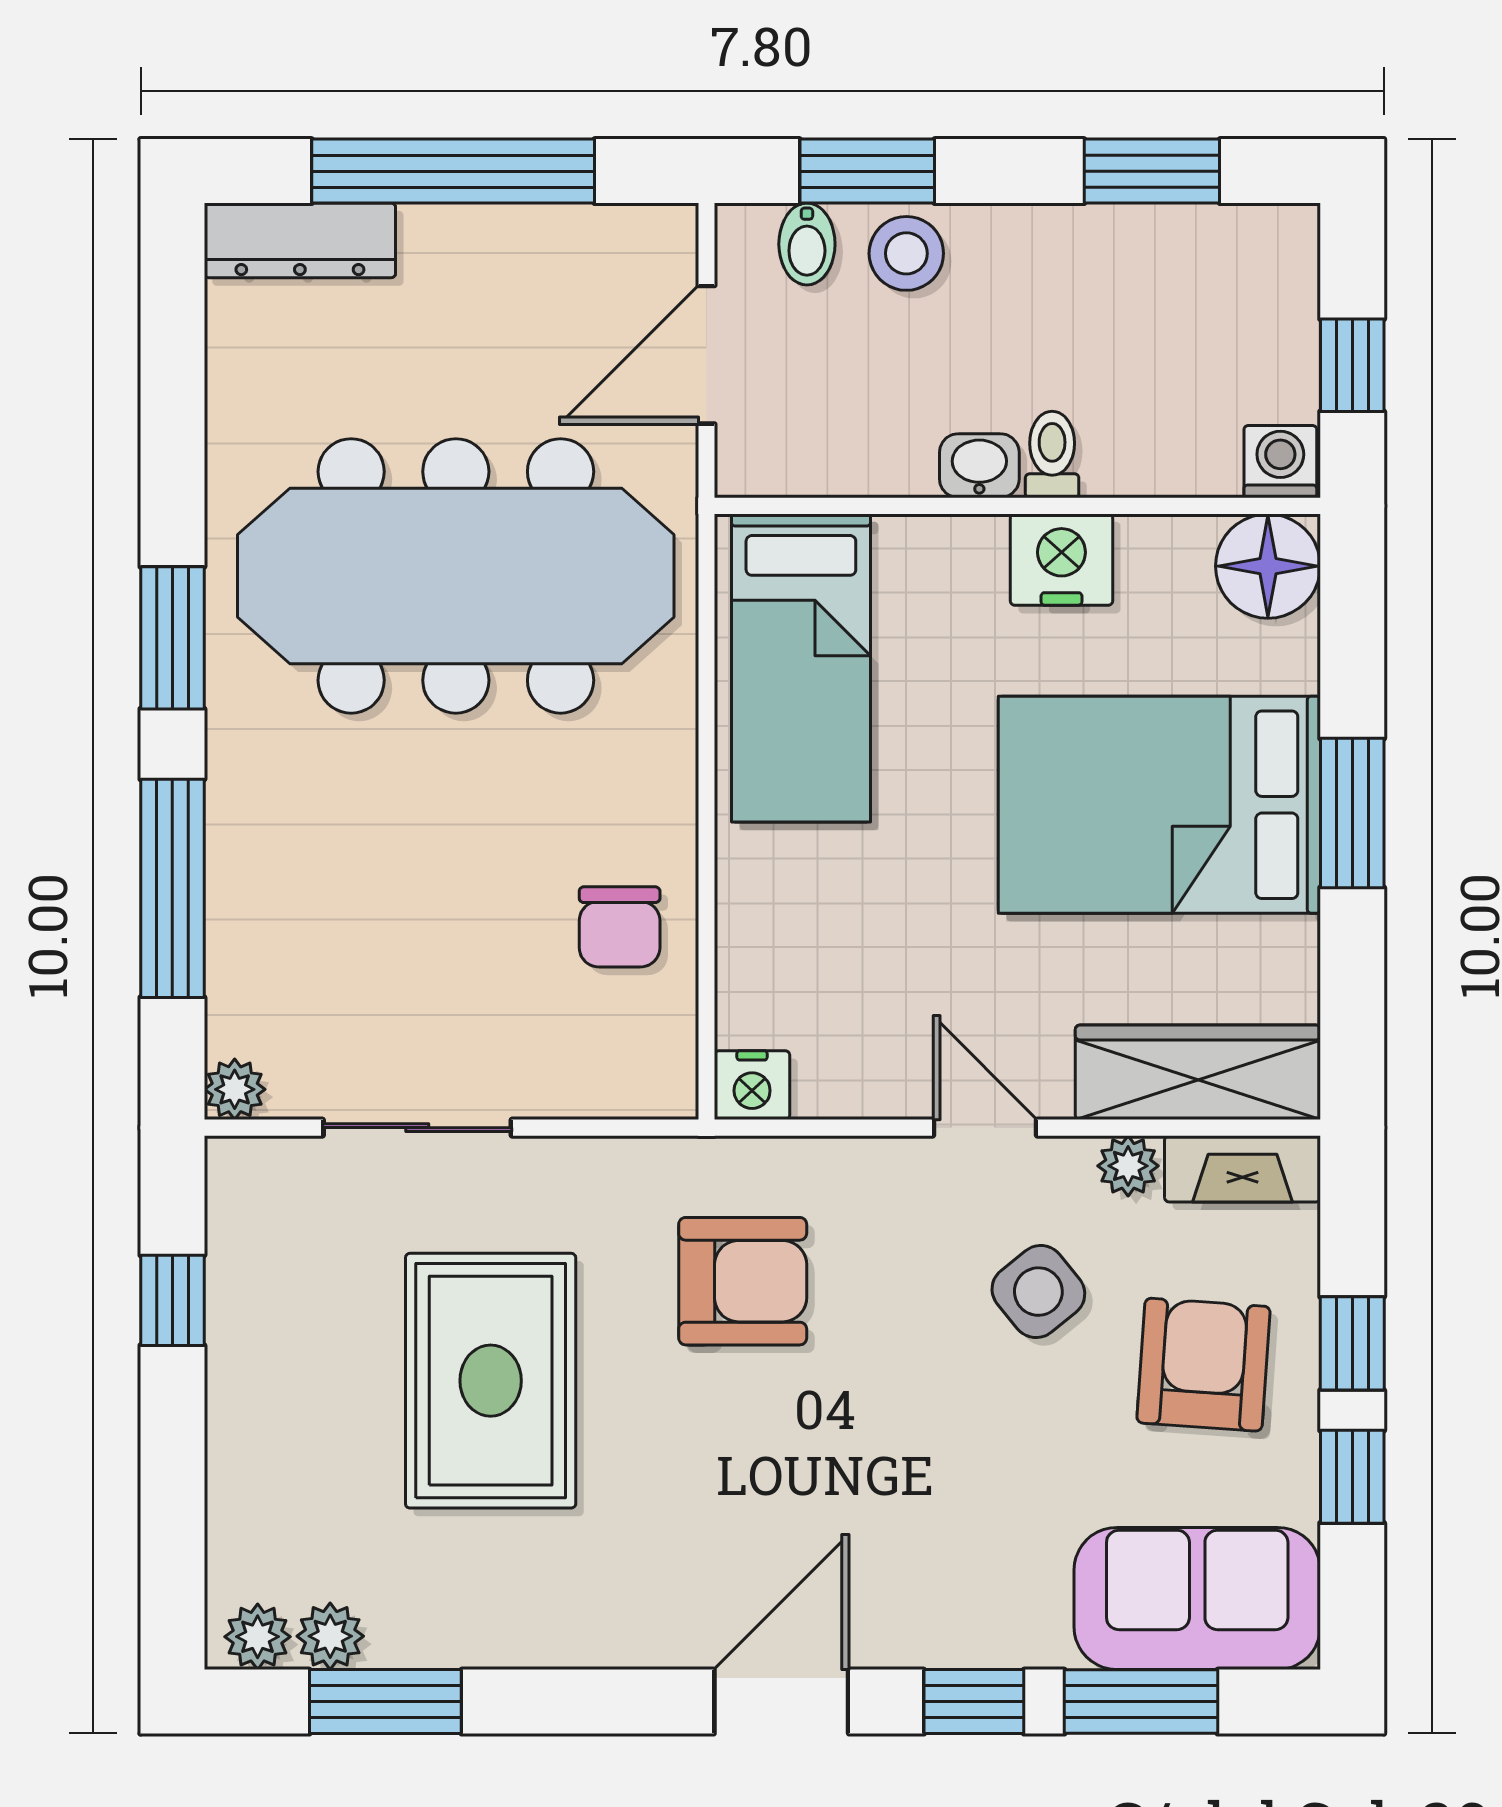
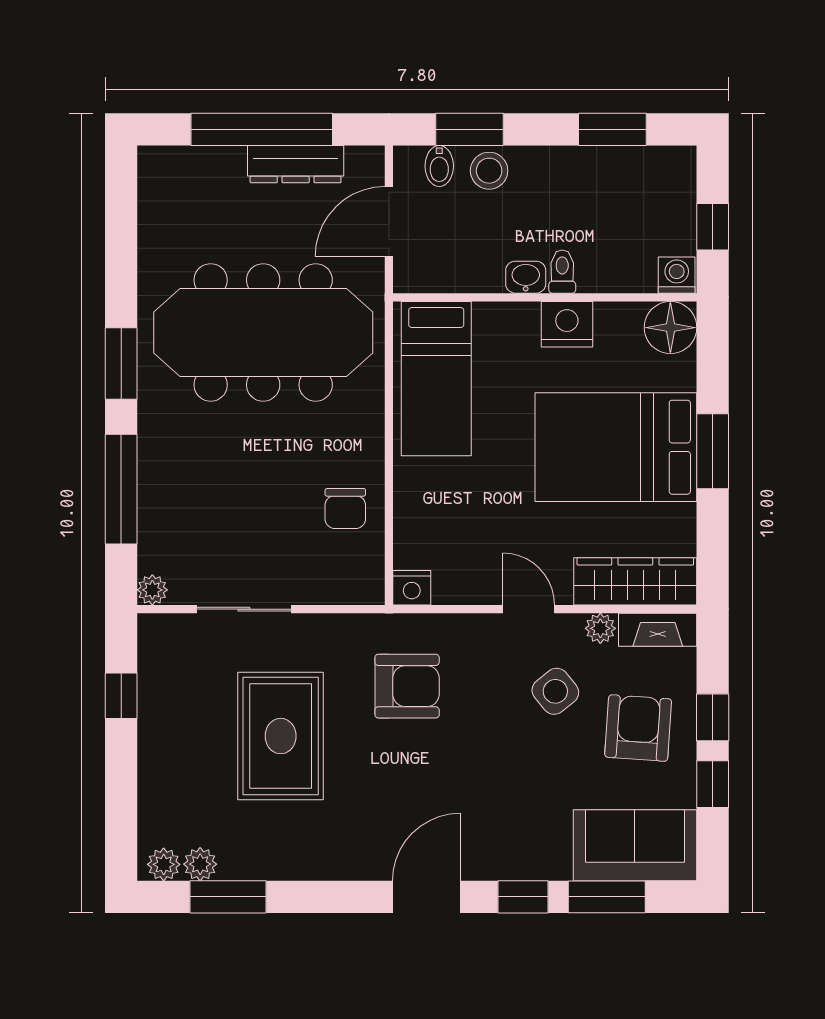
dresser: (300, 240) -> (296, 164), moved

